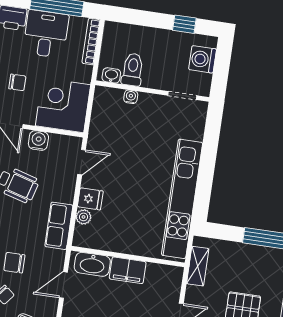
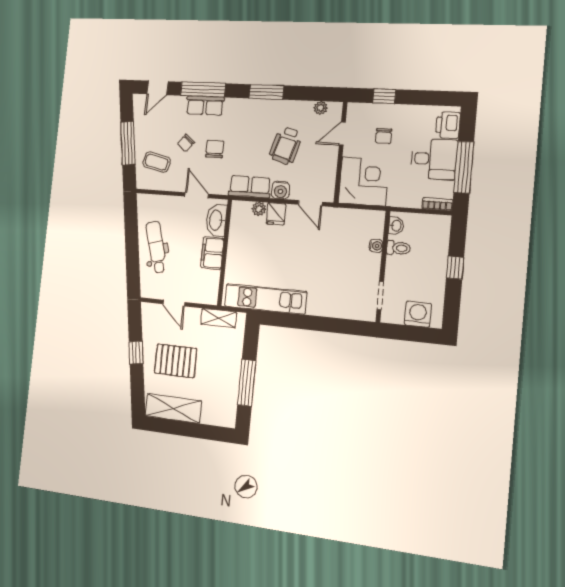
window: (184, 24) -> (455, 268), moved
bookcase: (91, 42) -> (437, 204), width x0.64
toilet: (133, 70) -> (398, 248), width x0.73, depth x0.72
water cooler: (38, 141) -> (281, 190), moved, turned 90
kitchen unit: (182, 199) -> (266, 299), width x0.73

